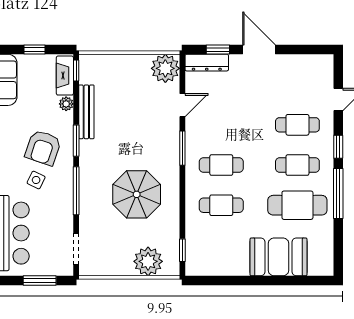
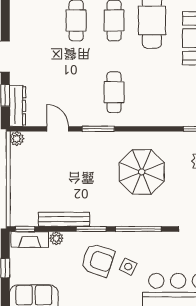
plant: (165, 68) -> (17, 139), width x0.53, depth x0.53
cafe table: (221, 205) -> (152, 92), removed

